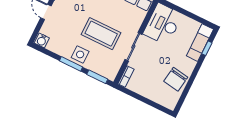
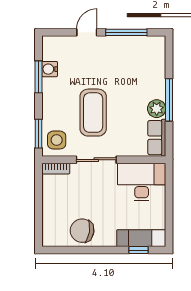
water cooler: (42, 40) -> (50, 69), moved
side table: (80, 54) -> (57, 140), moved
window: (71, 64) -> (38, 77), moved

